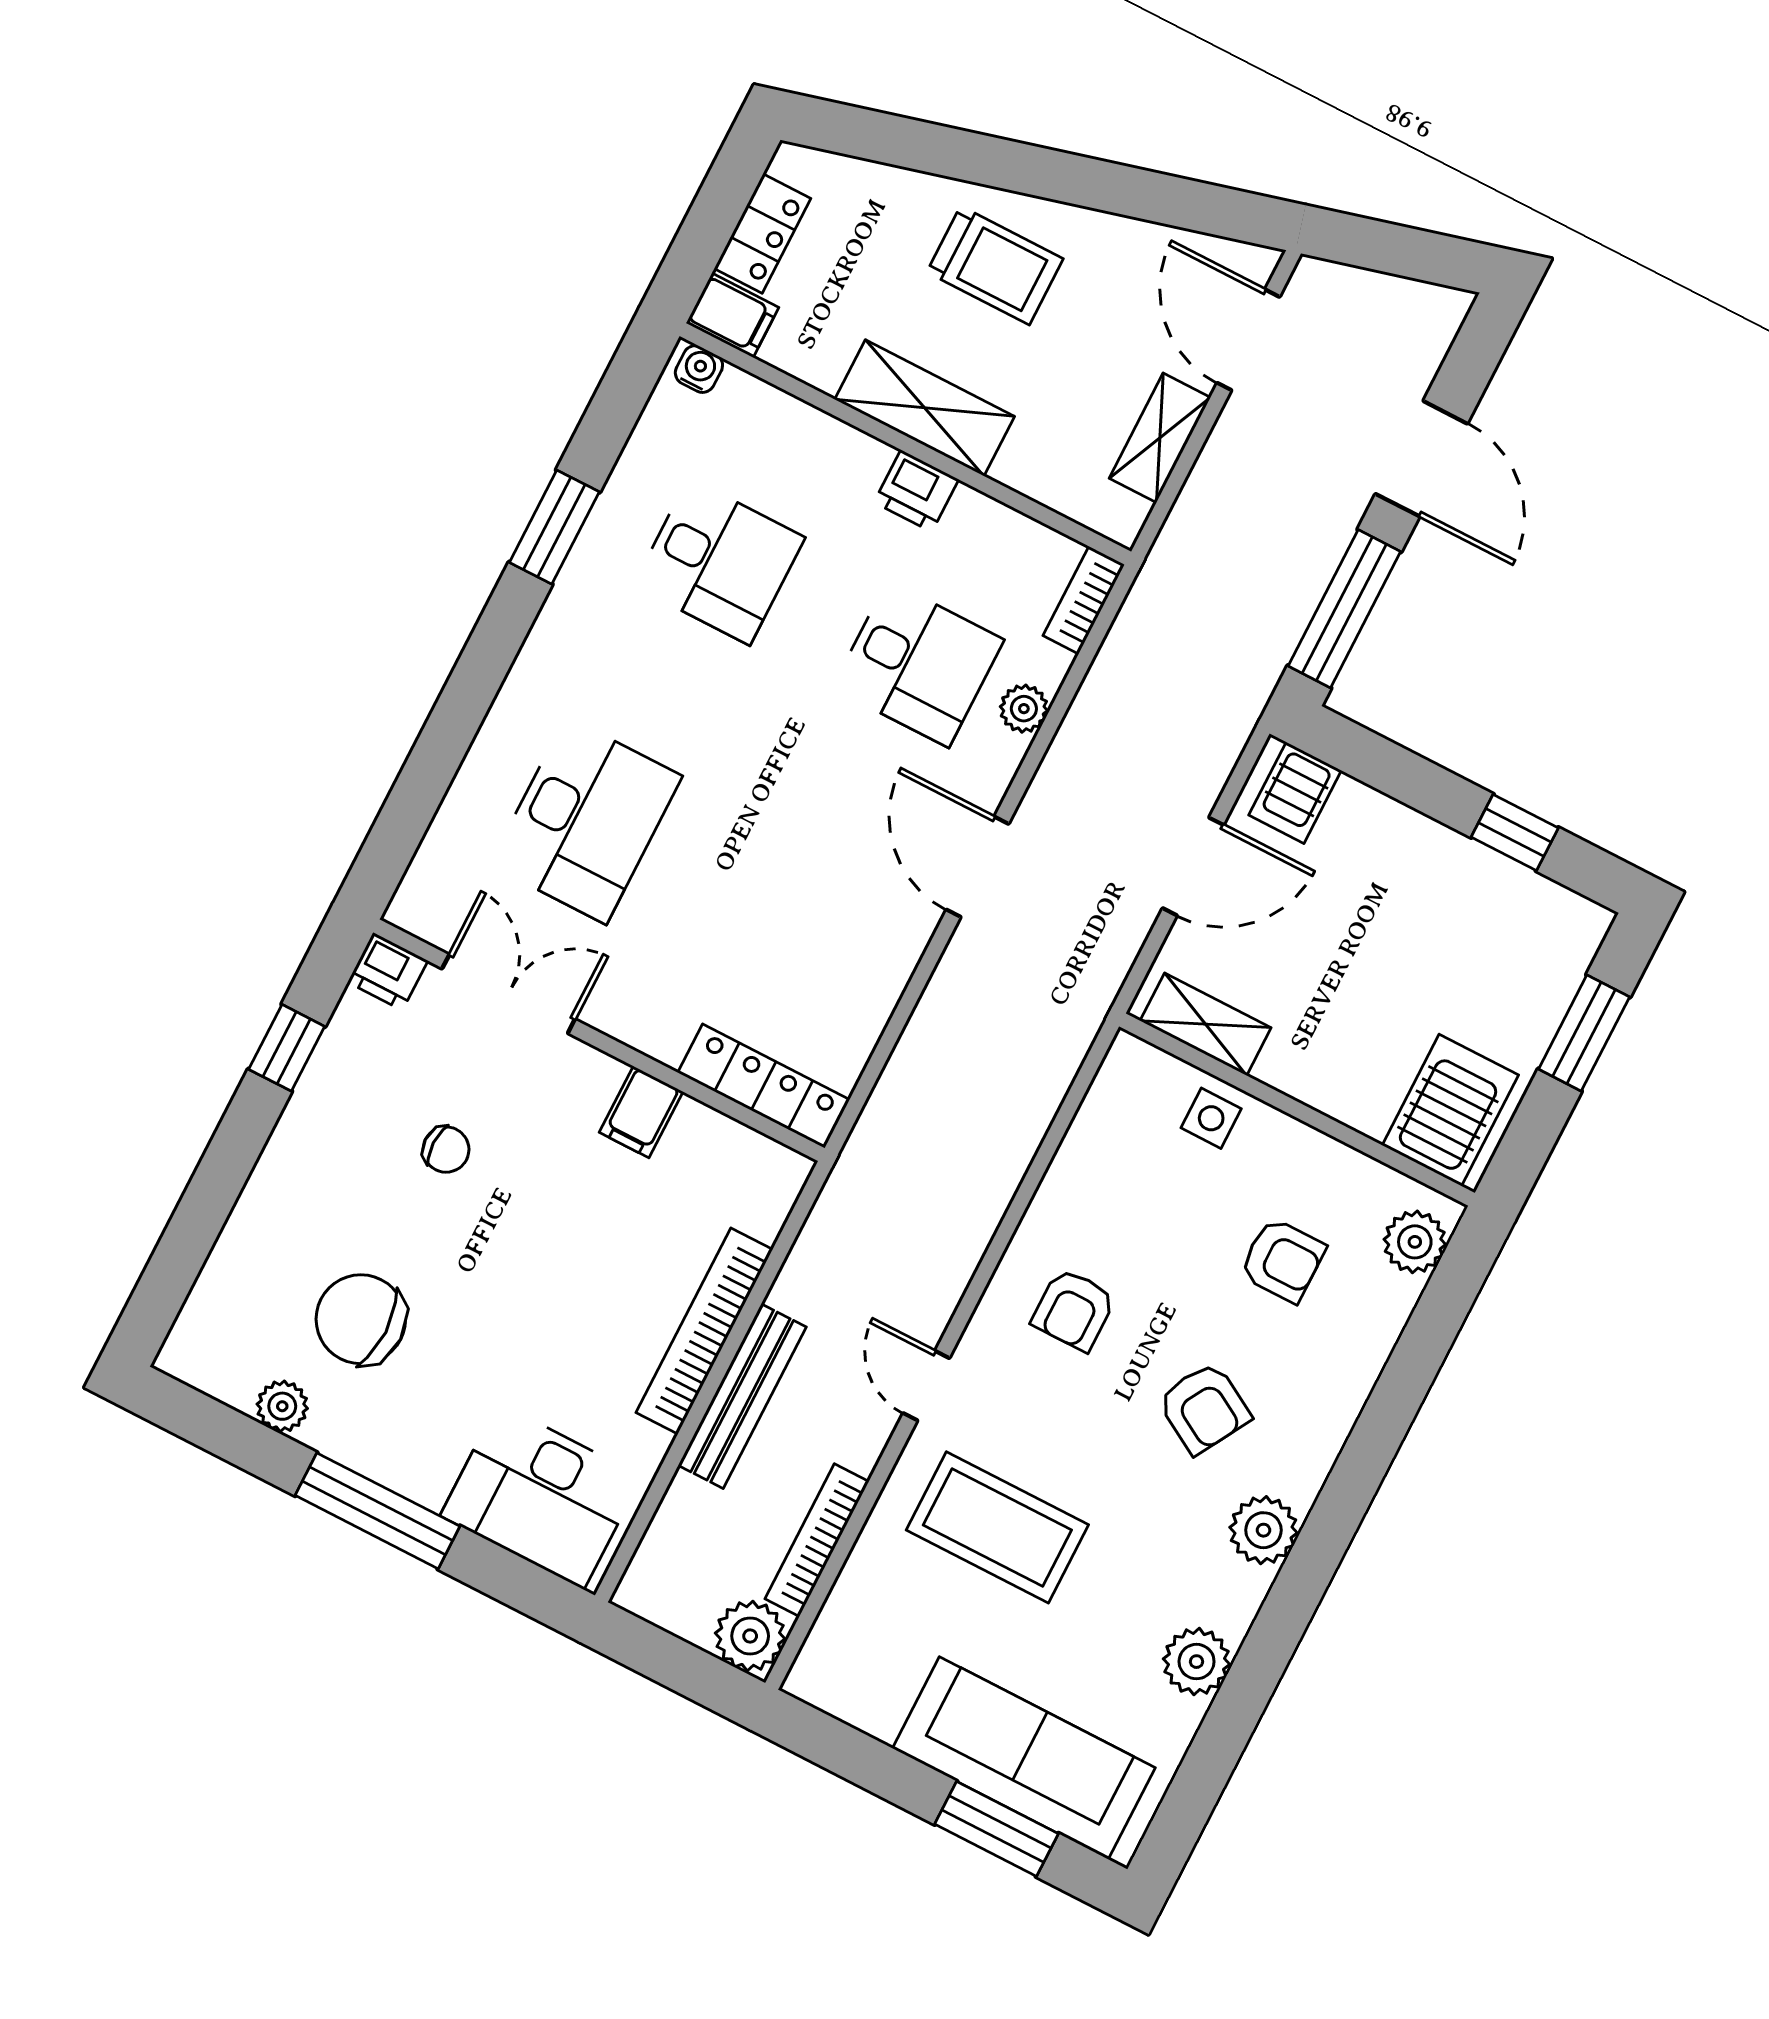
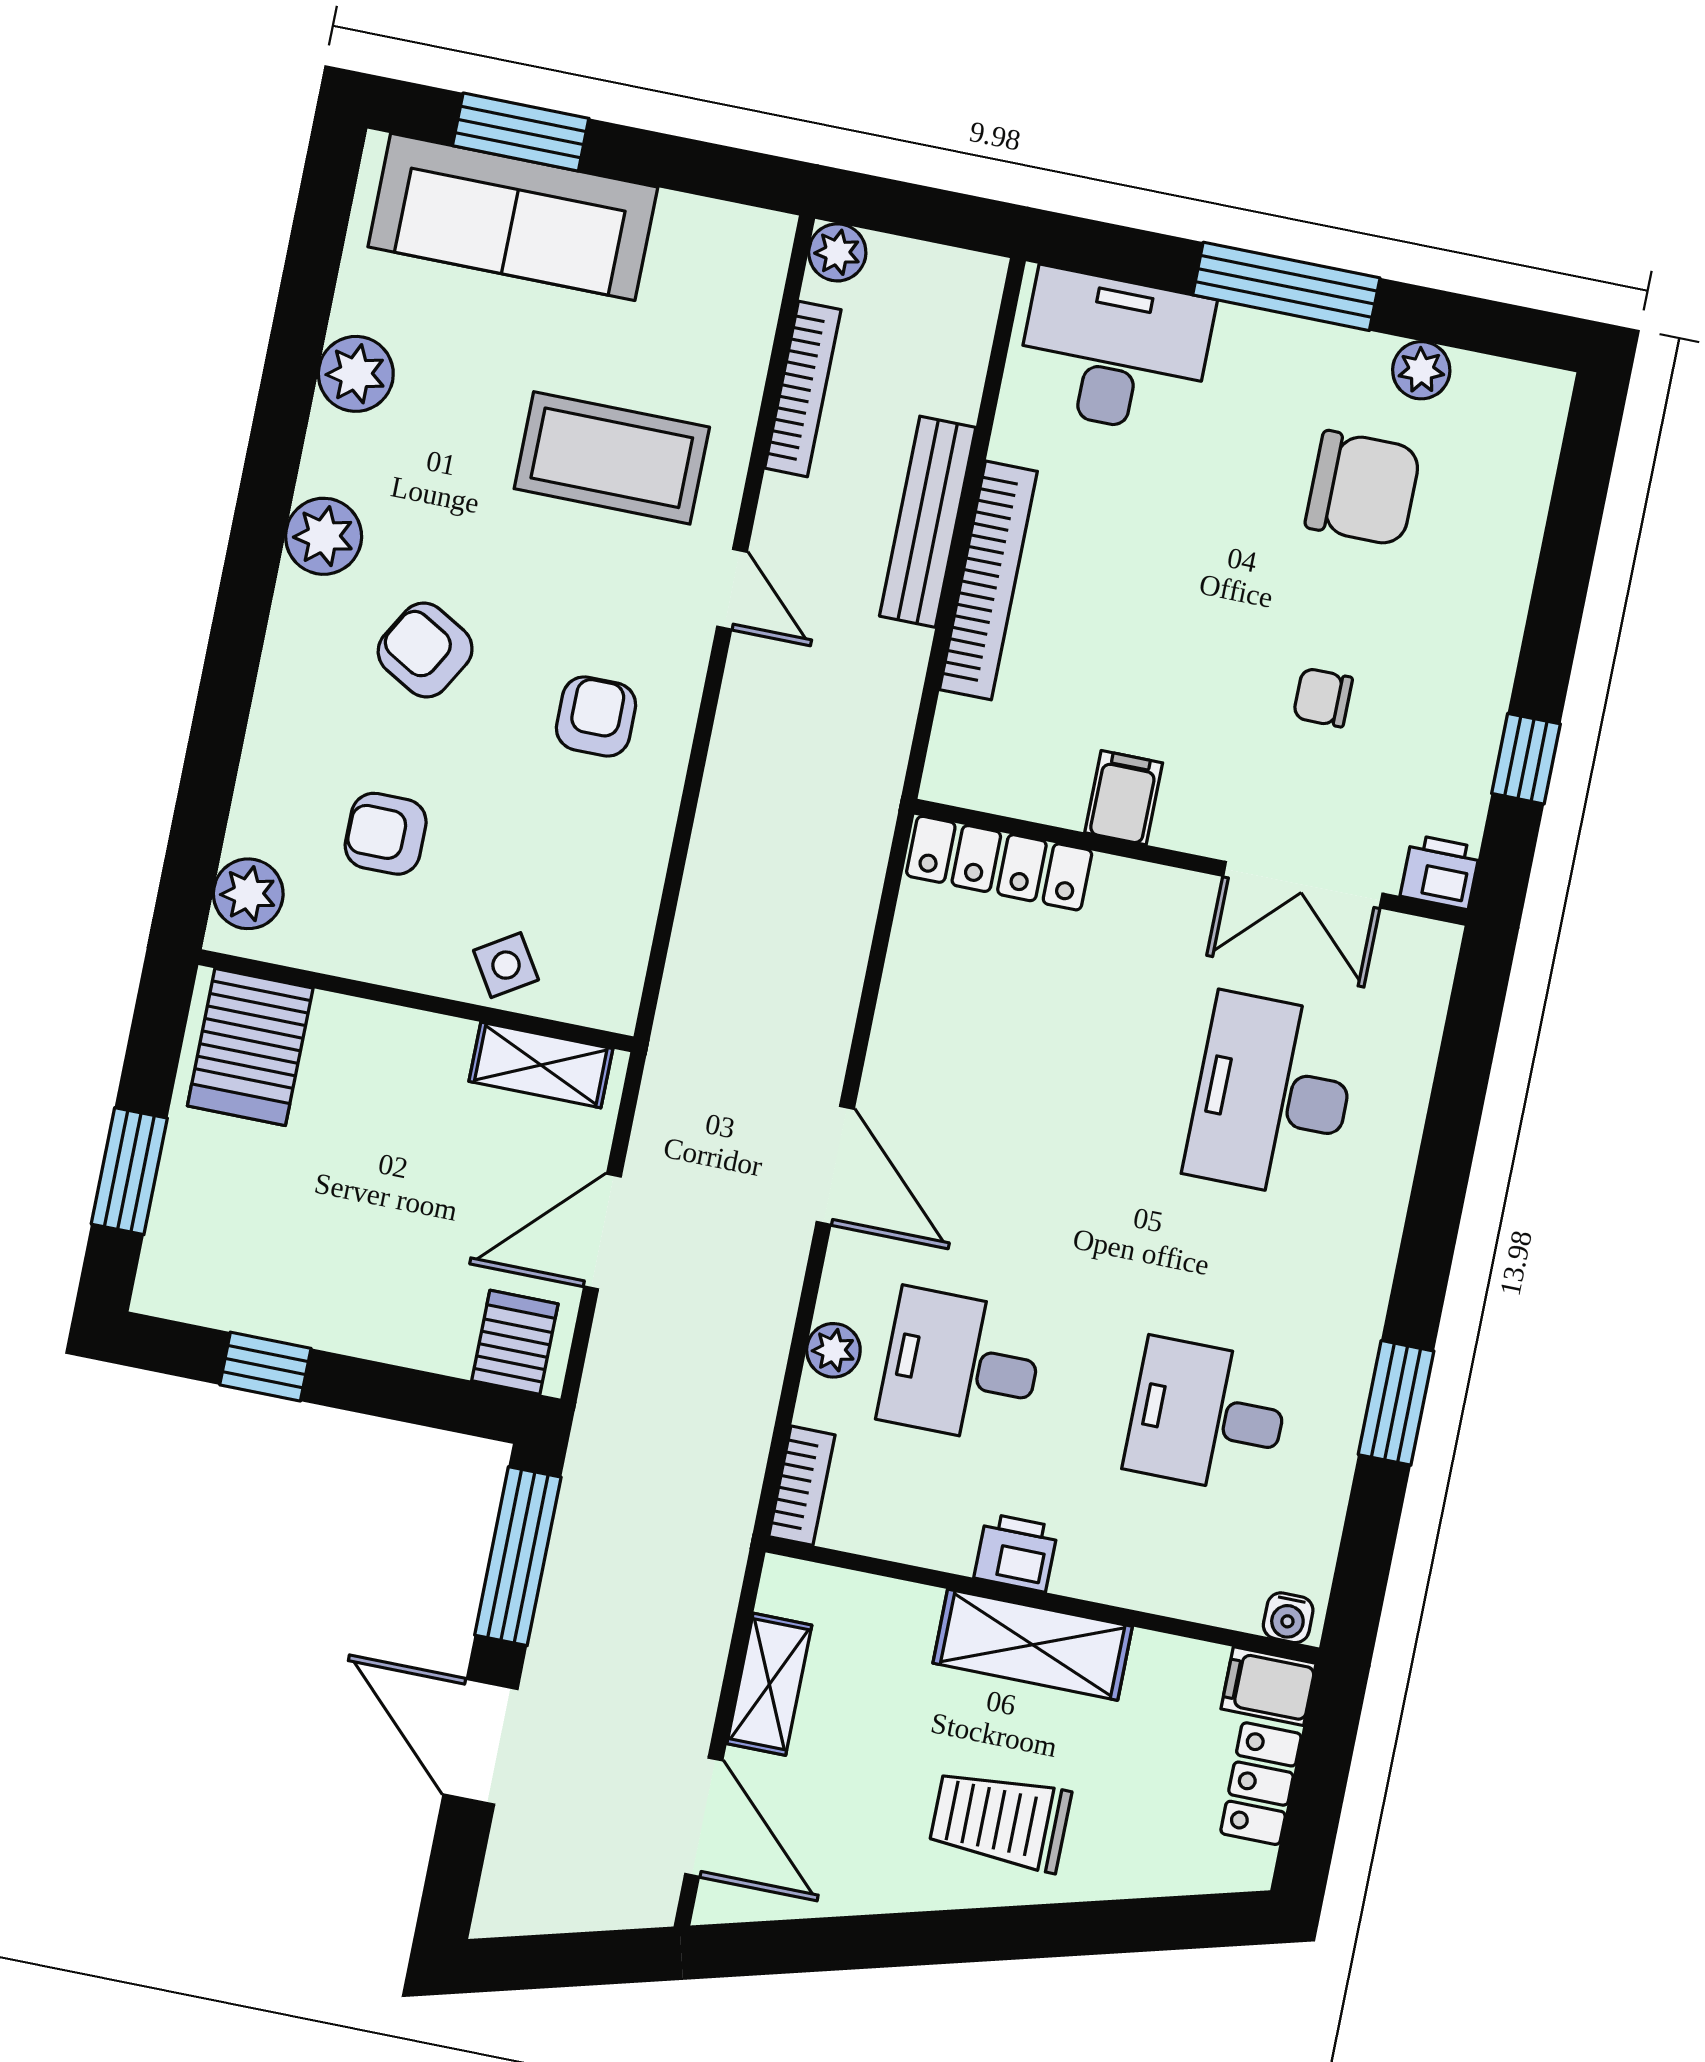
side table: (1211, 1118) -> (506, 965), turned -32
plant: (750, 1636) -> (837, 252), width x0.73, depth x0.73

